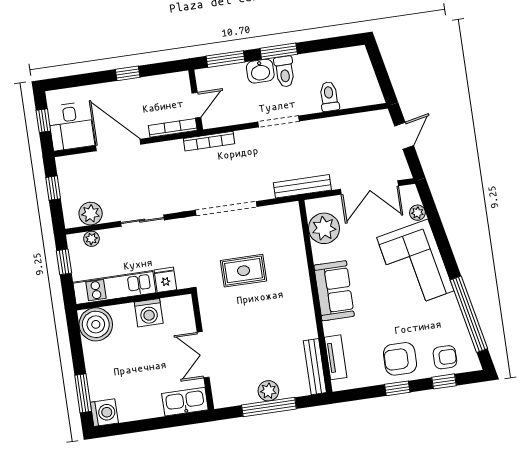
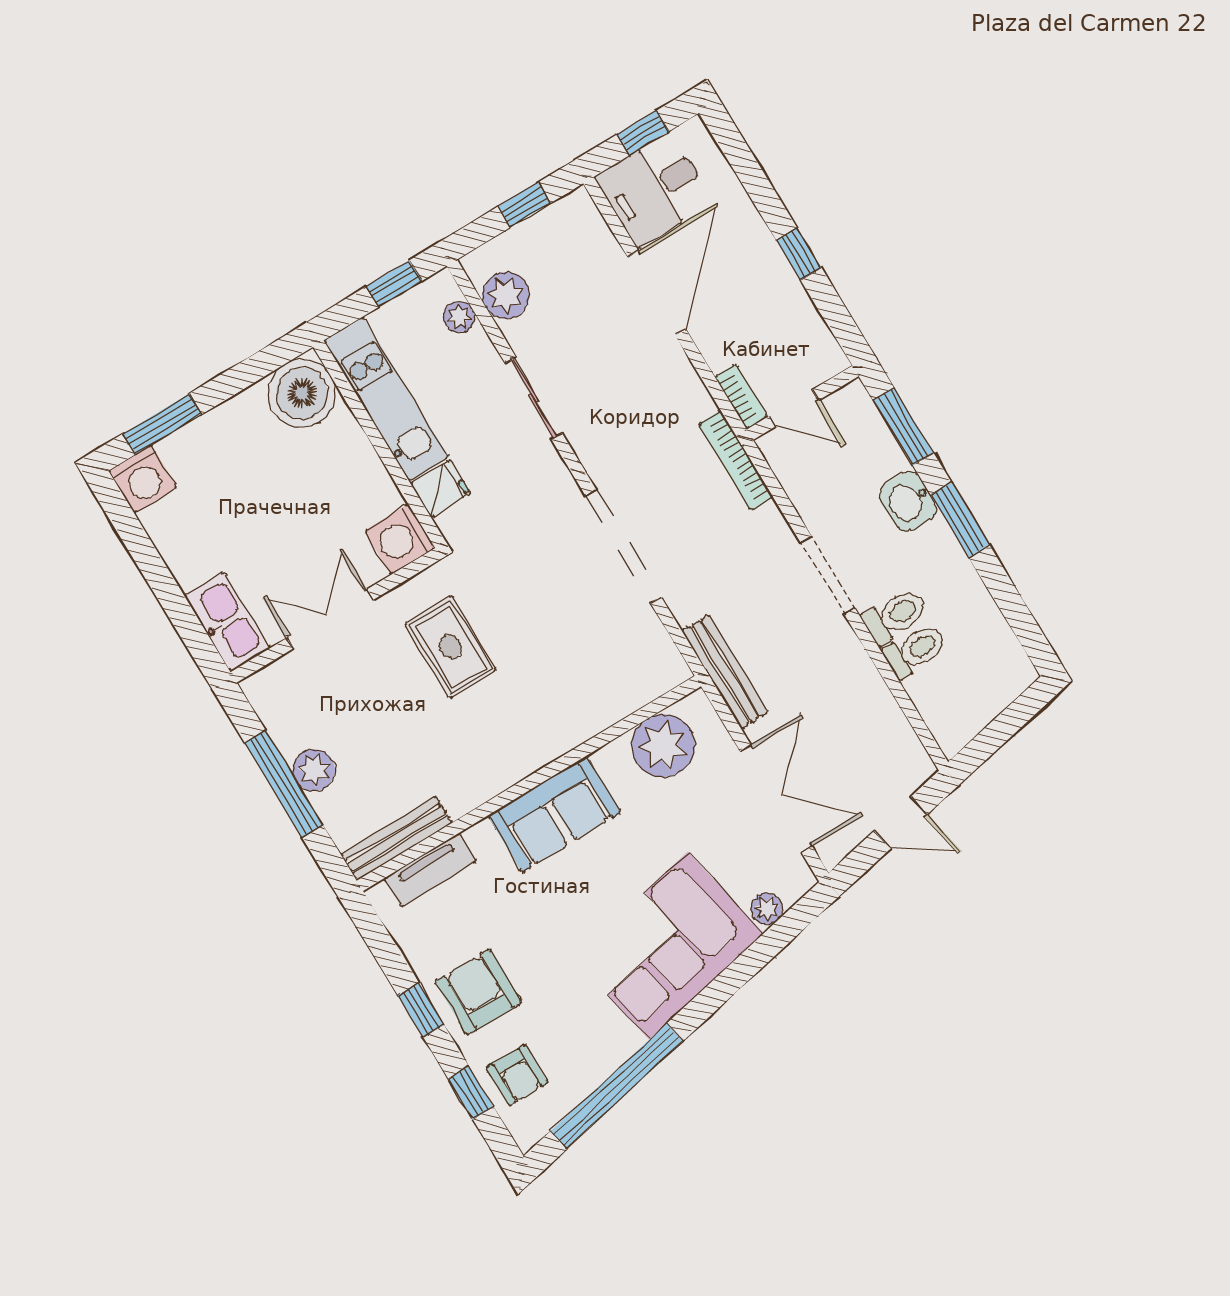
toilet: (285, 72) -> (895, 616), moved, turned 180
bookcase: (173, 128) -> (741, 397), width x0.64
double door: (369, 187) -> (776, 799), swing flipped
rug: (243, 271) -> (451, 647), moved
washing machine: (149, 313) -> (400, 539), moved

